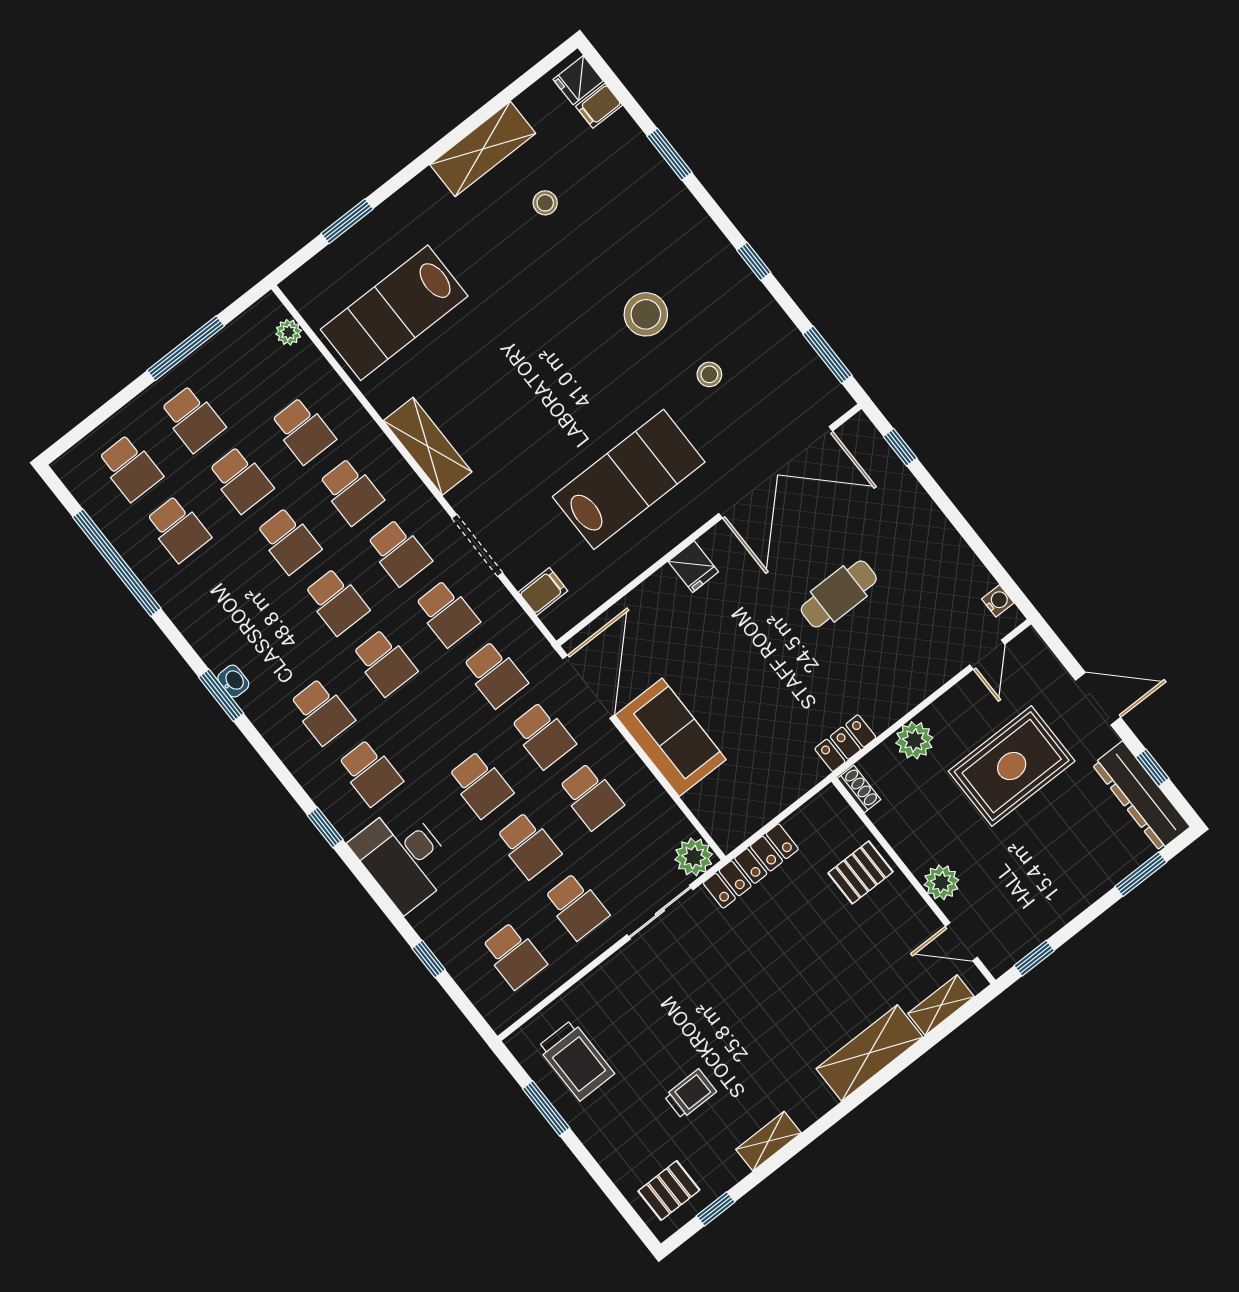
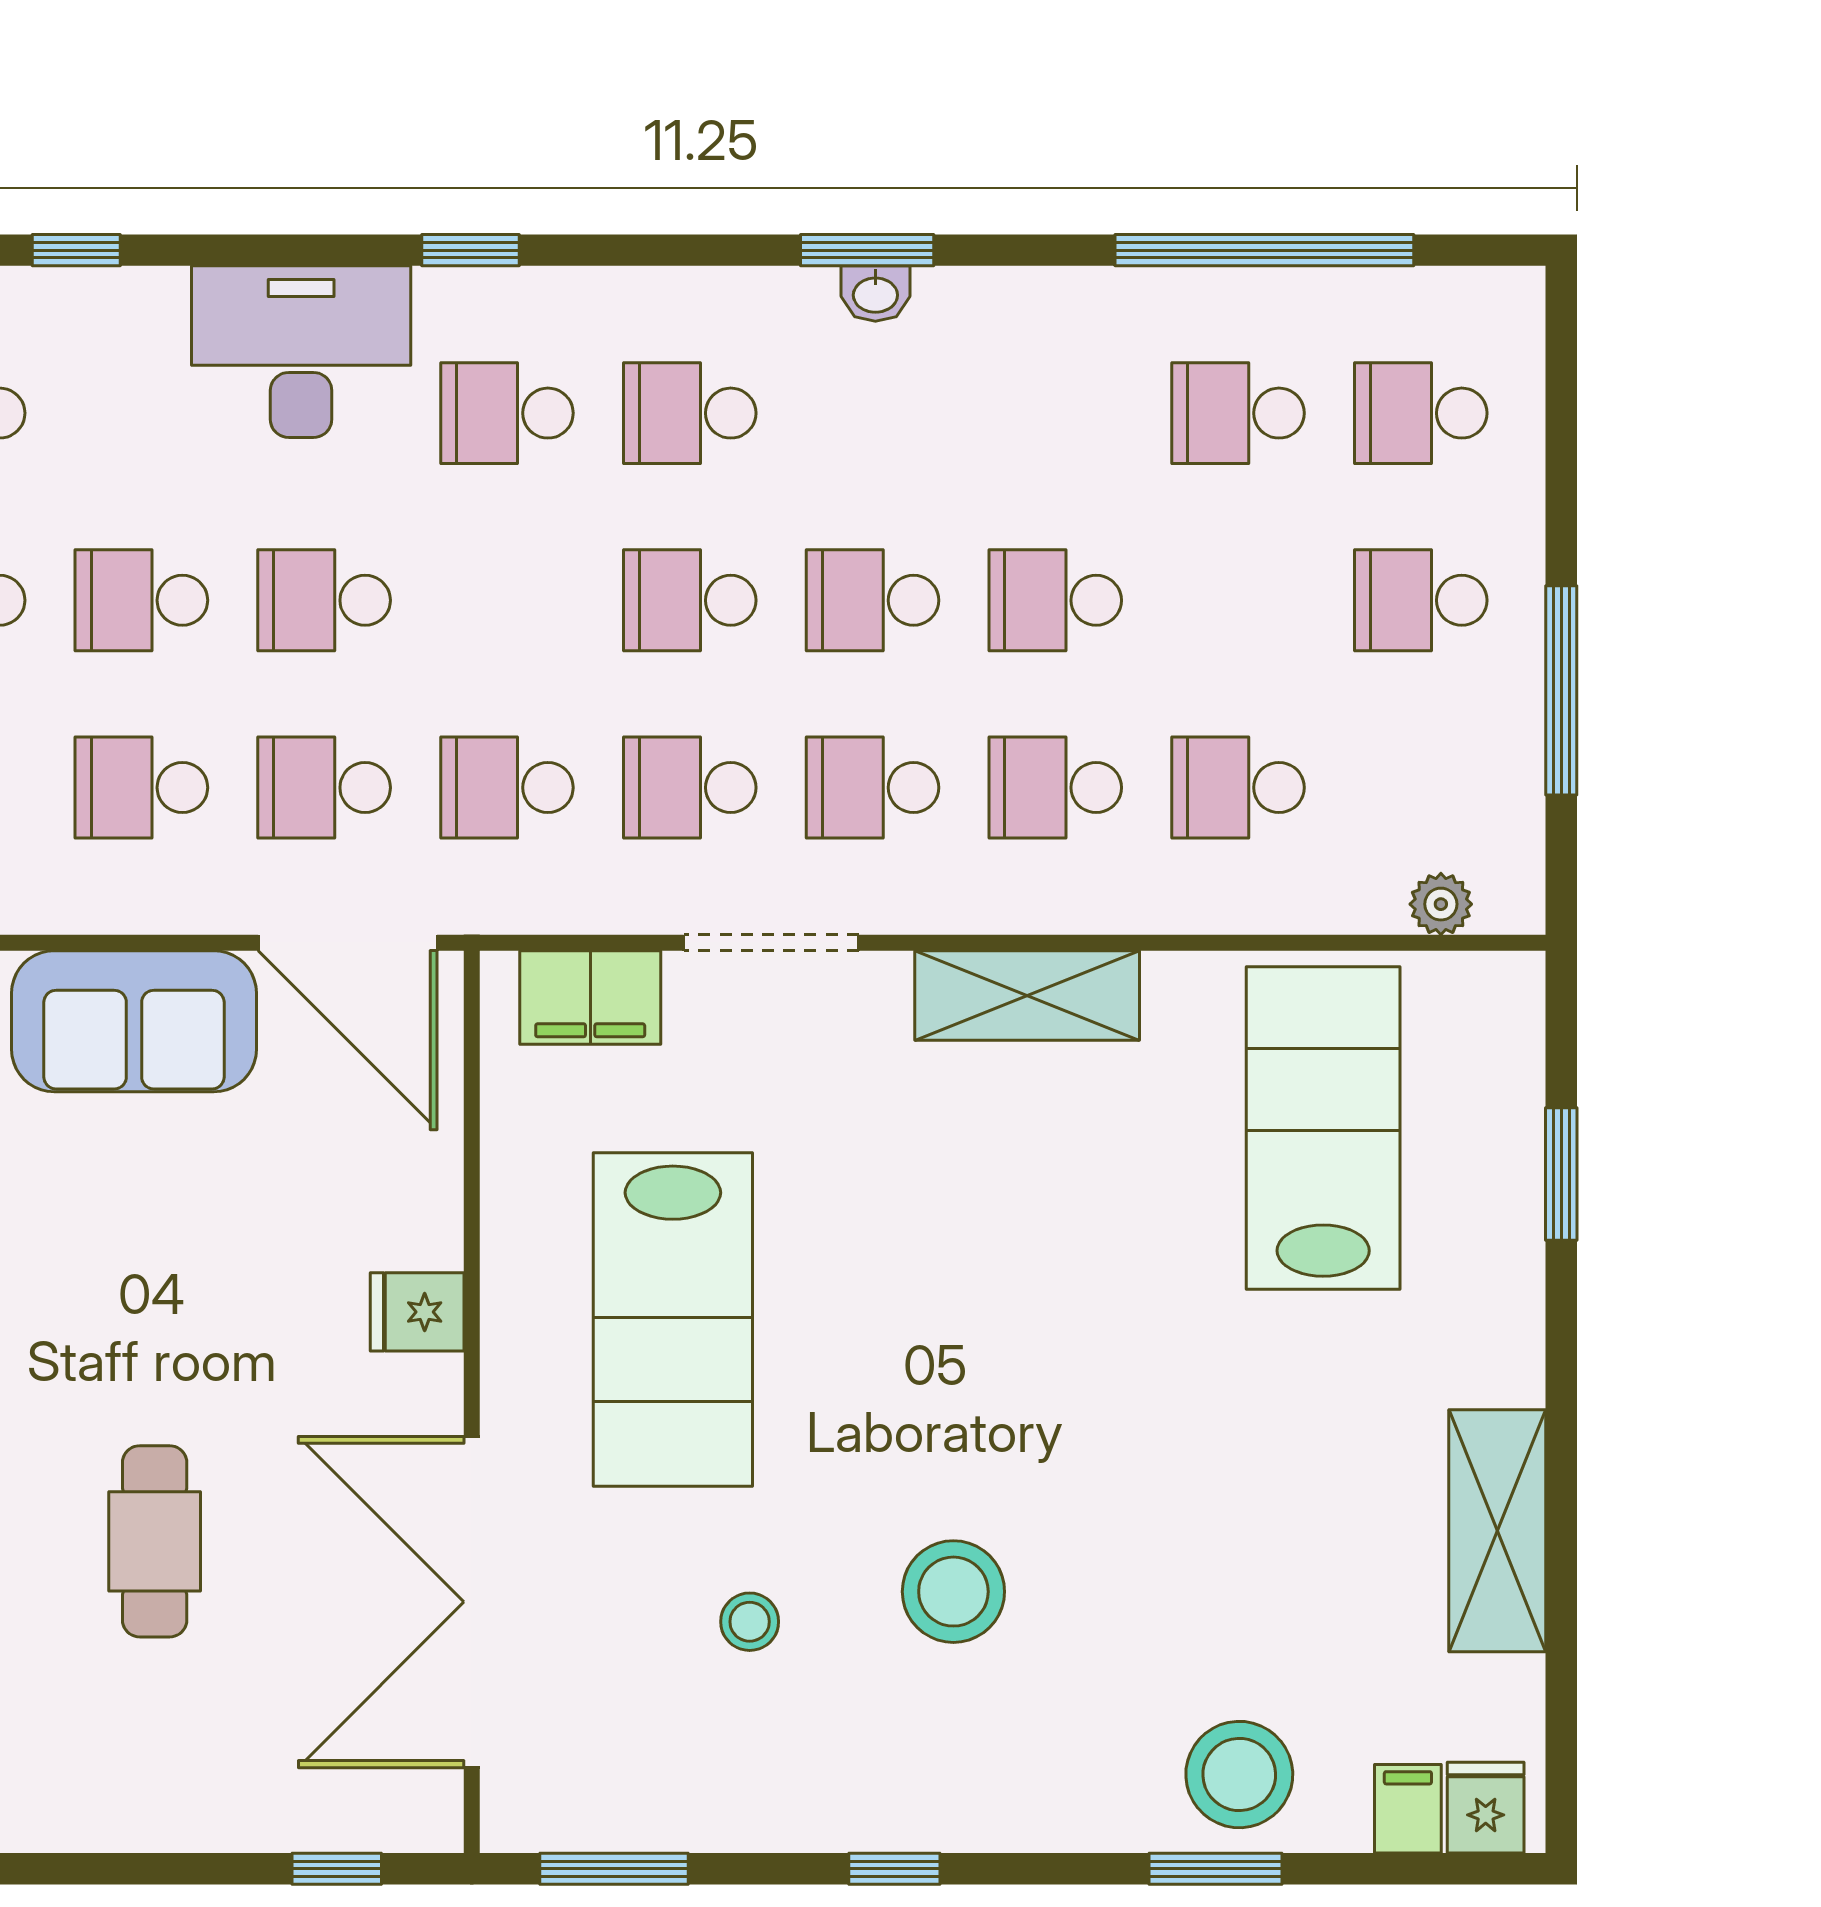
stool: (545, 203) -> (1239, 1775), moved, width x1.89, depth x1.89
school desk: (241, 480) -> (1238, 600), removed
filing cabinet: (543, 591) -> (590, 997), width x2.00

